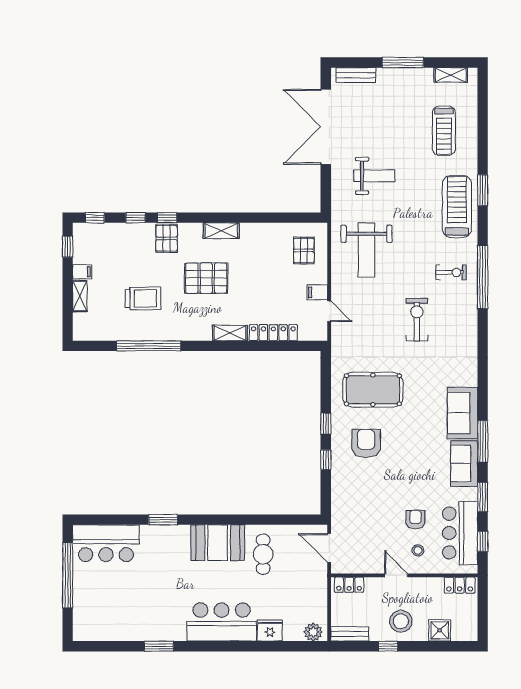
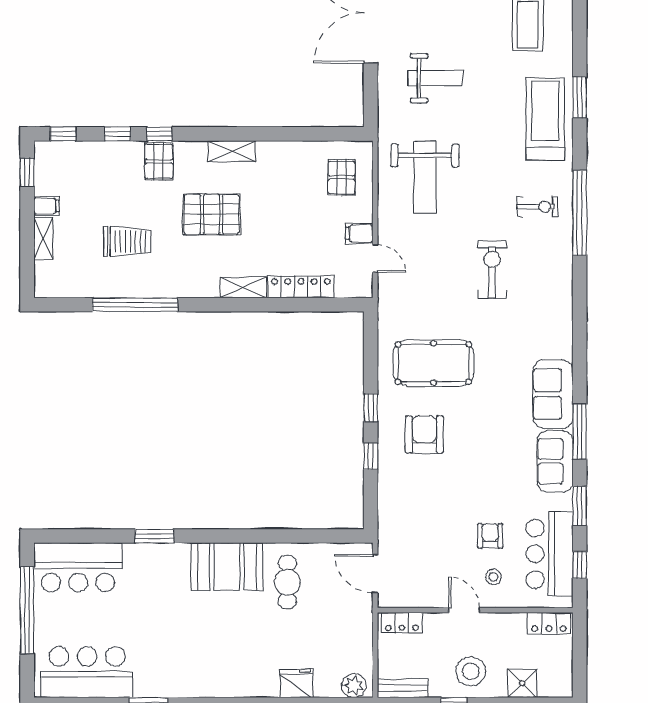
bar counter: (222, 622) -> (87, 672), moved

